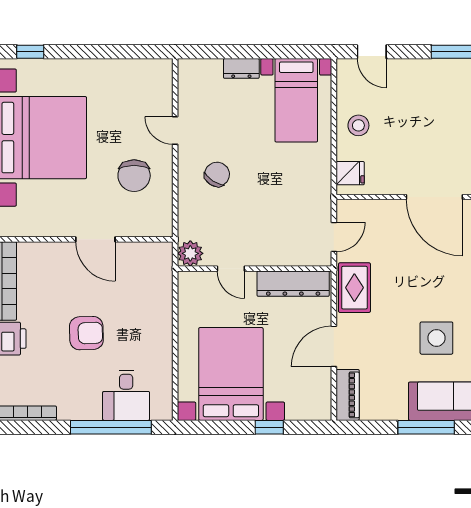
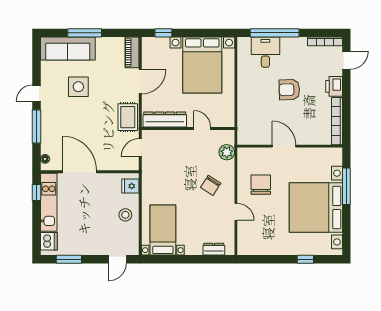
window: (30, 52) -> (305, 259), moved
door: (372, 52) -> (117, 259), swing flipped
dresser: (241, 68) -> (214, 249), moved
plant: (190, 253) -> (227, 152), moved
window: (269, 427) -> (163, 33), moved

